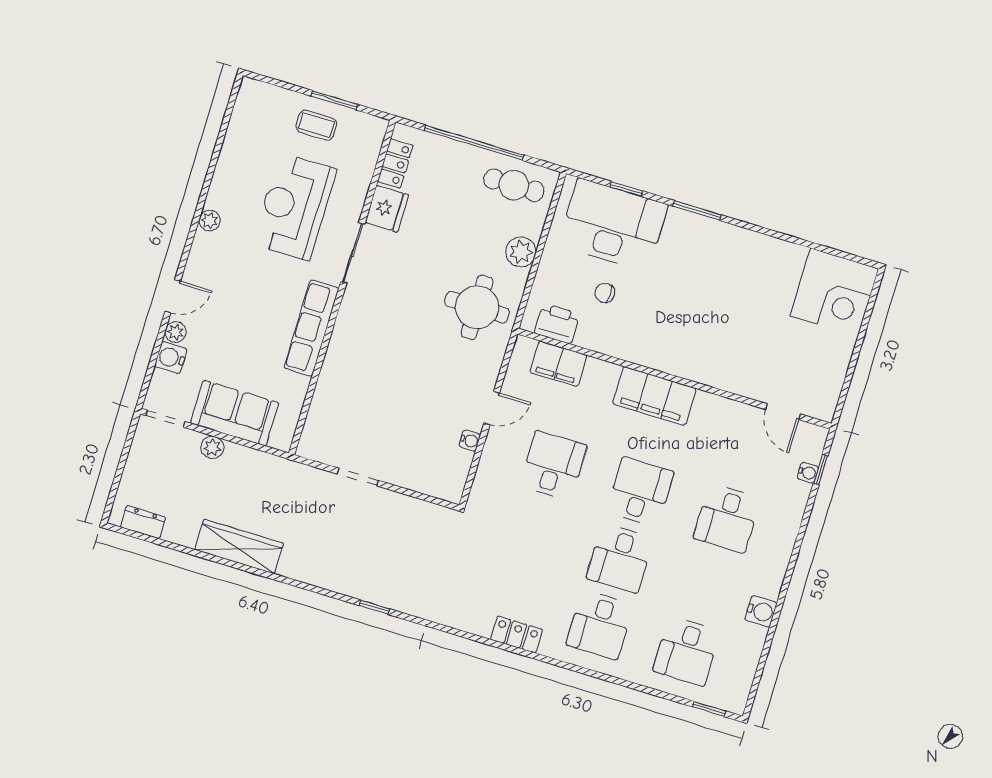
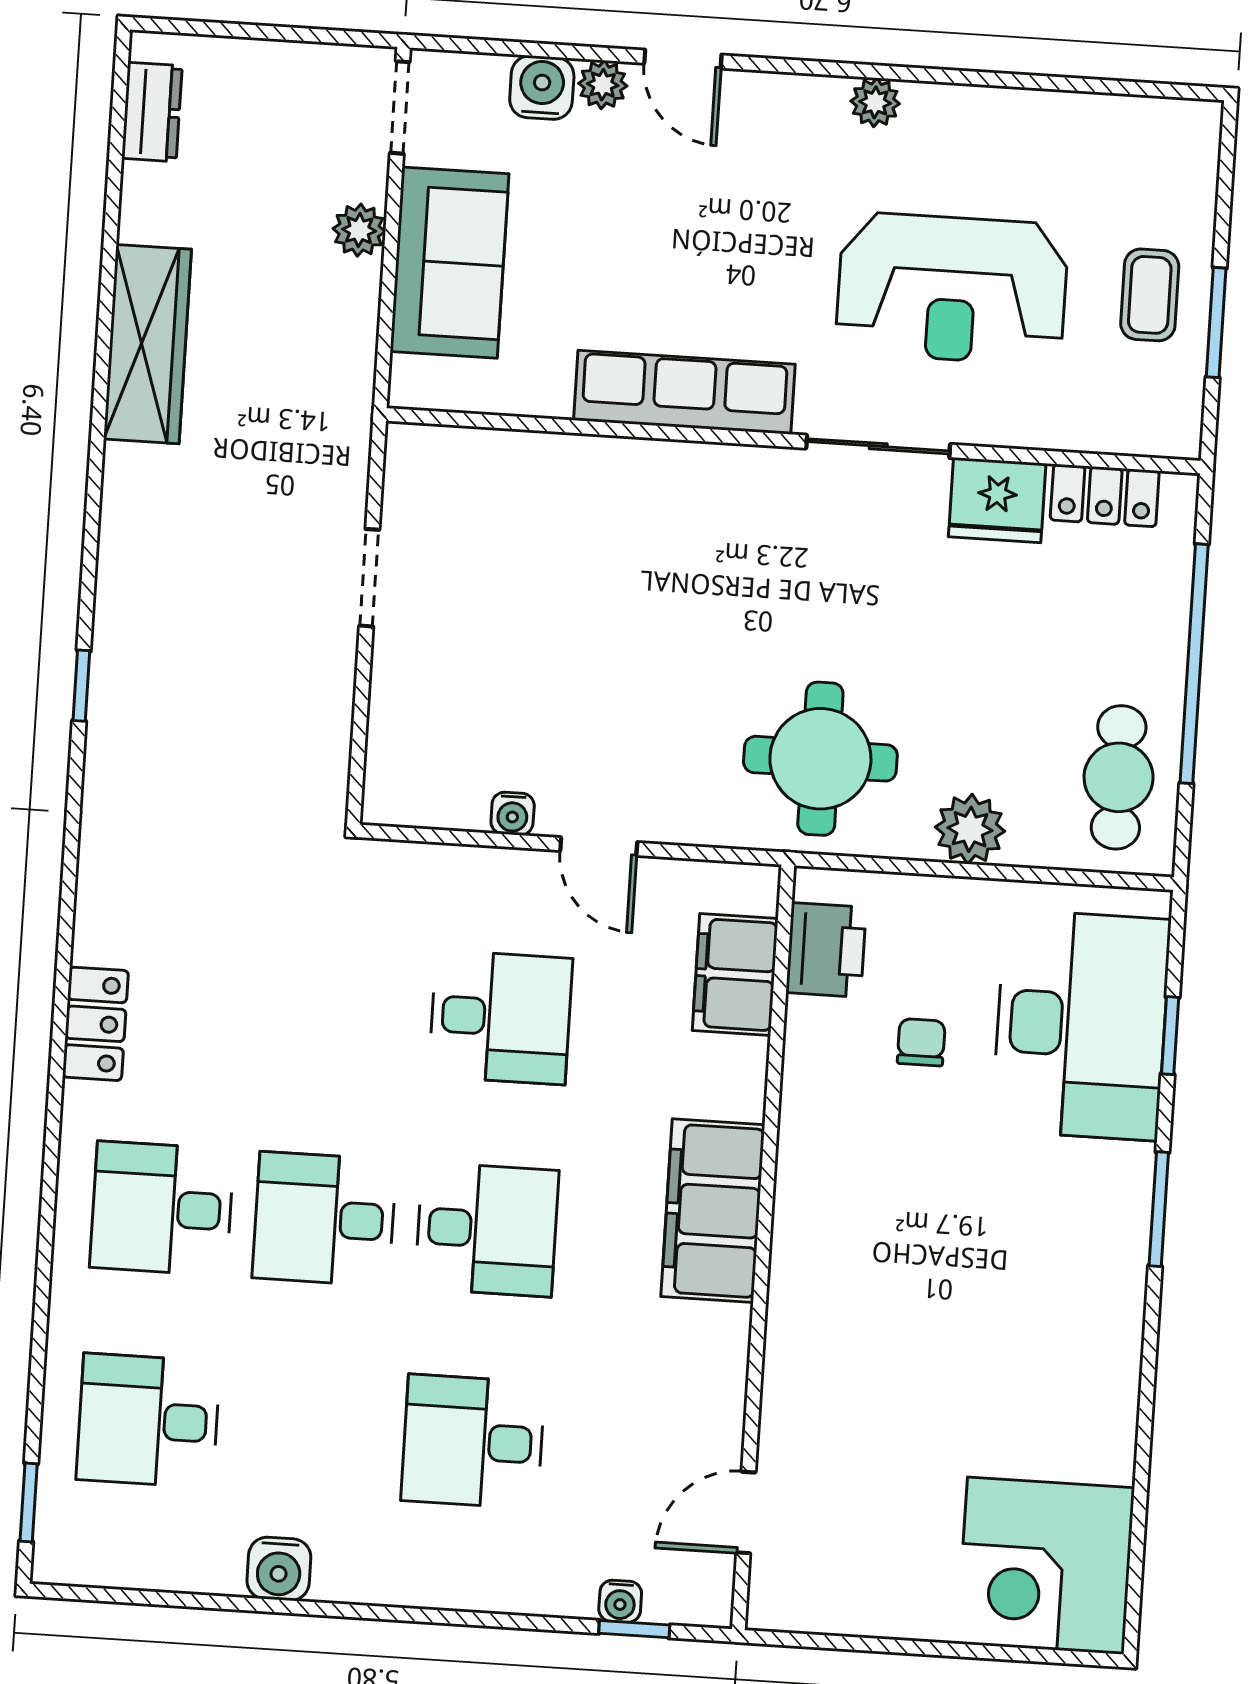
reception desk: (294, 207) -> (952, 289), turned 180

